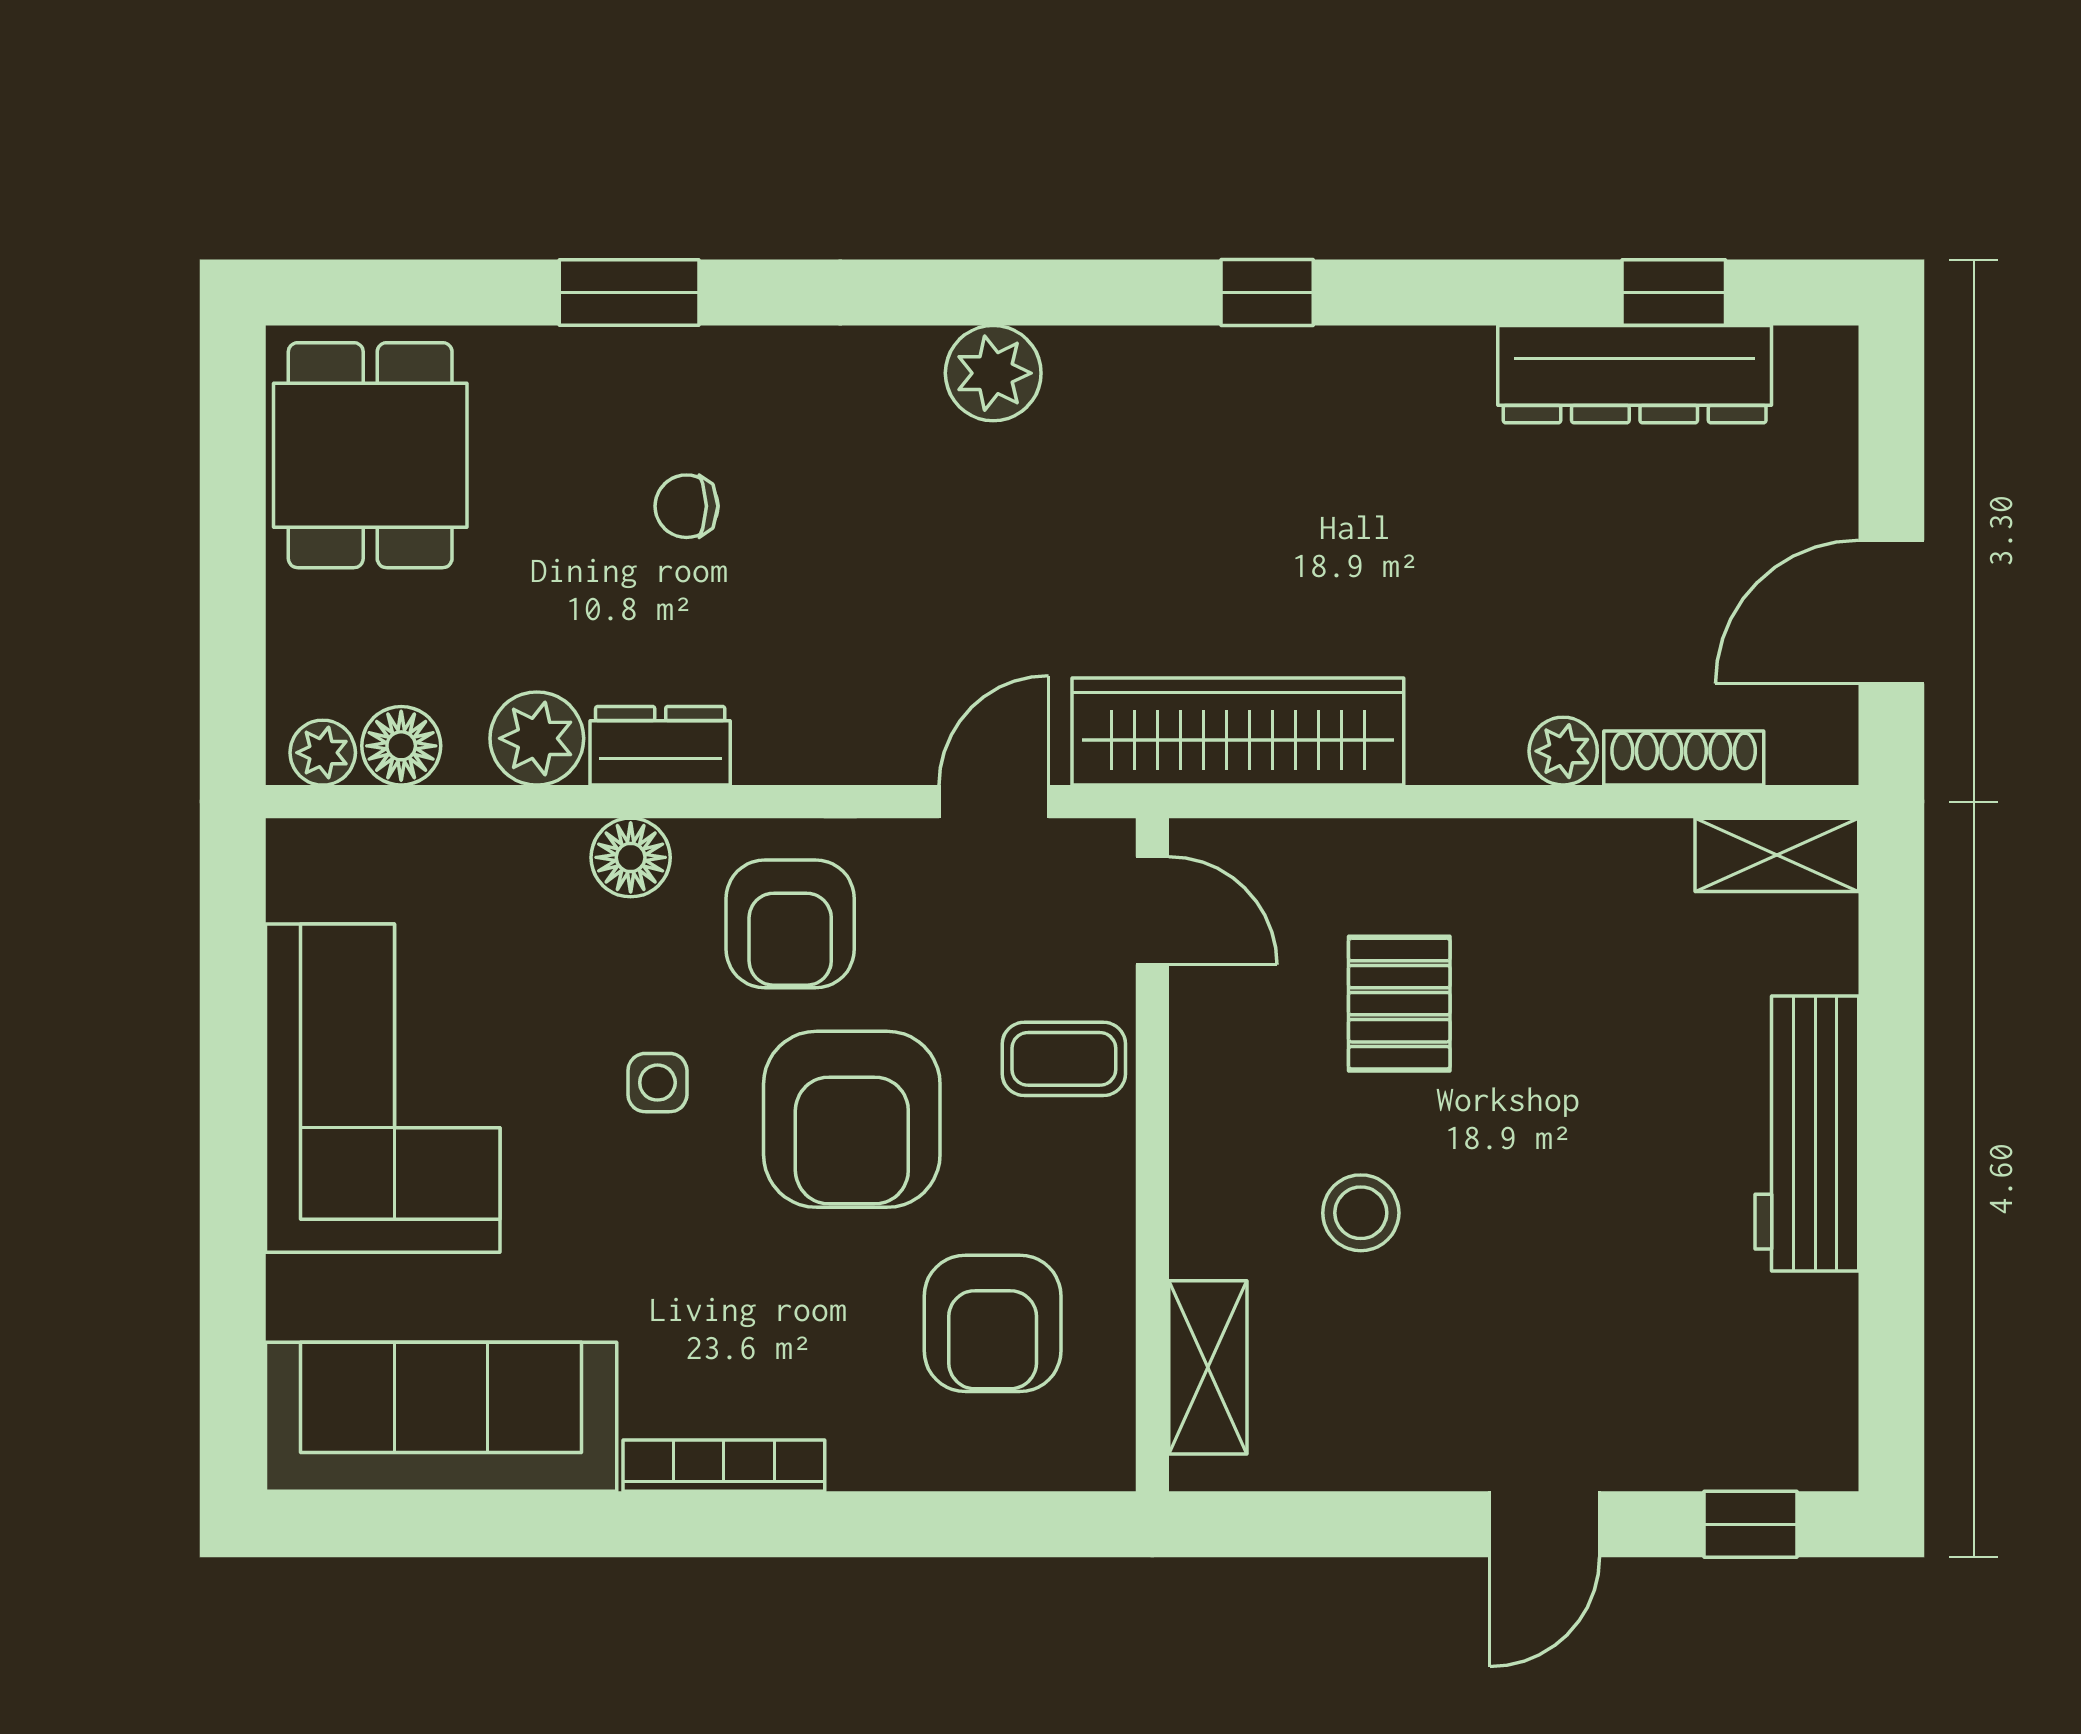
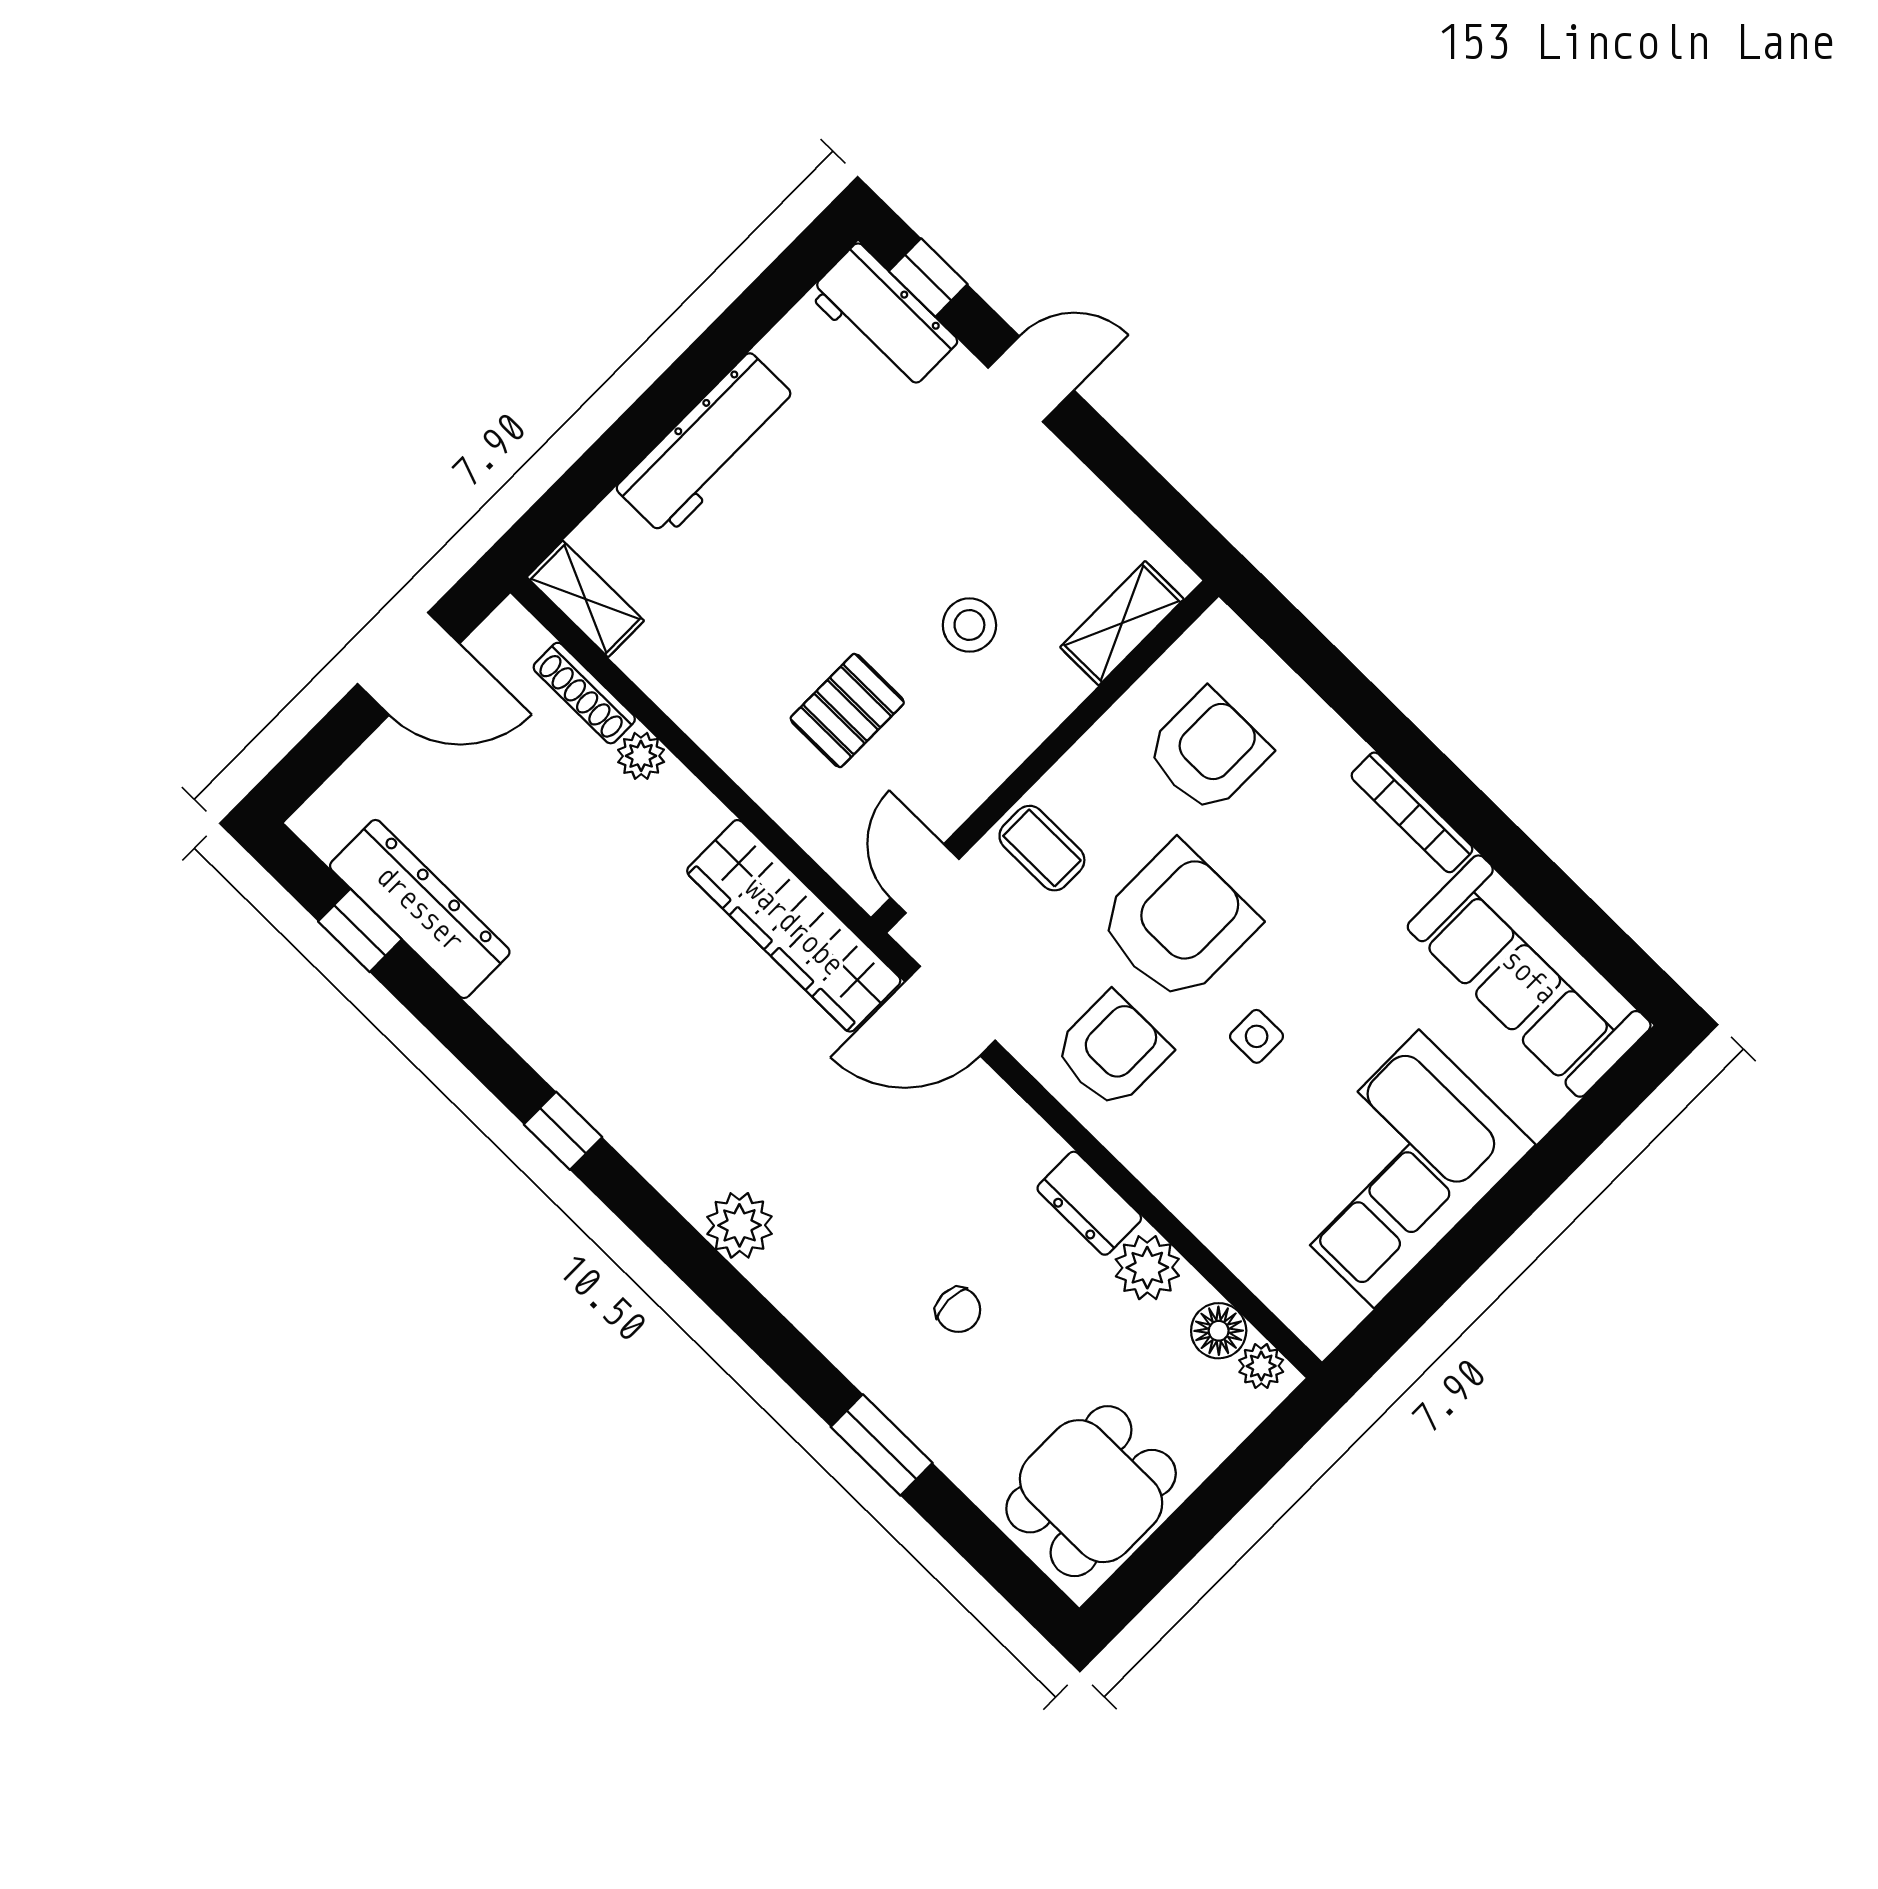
door: (994, 802) -> (950, 1011), width x1.38
floor lamp: (631, 857) -> (1159, 1162), removed
workbench: (1757, 1439) -> (883, 317), added

